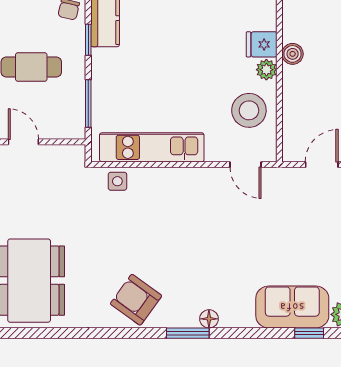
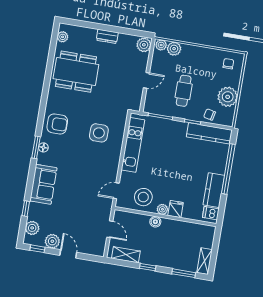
boiler: (293, 54) -> (155, 222), moved
side table: (117, 181) -> (99, 133), moved, width x1.87, depth x1.87
armchair: (136, 300) -> (57, 124), turned 54
sofa: (292, 307) -> (43, 184), moved
floor lamp: (209, 319) -> (43, 147), moved

